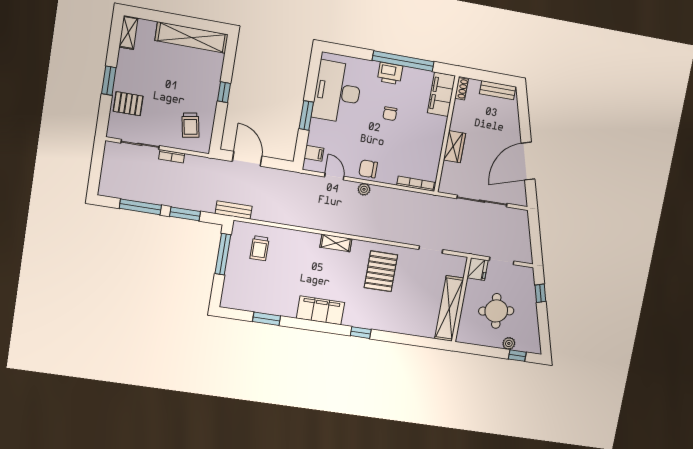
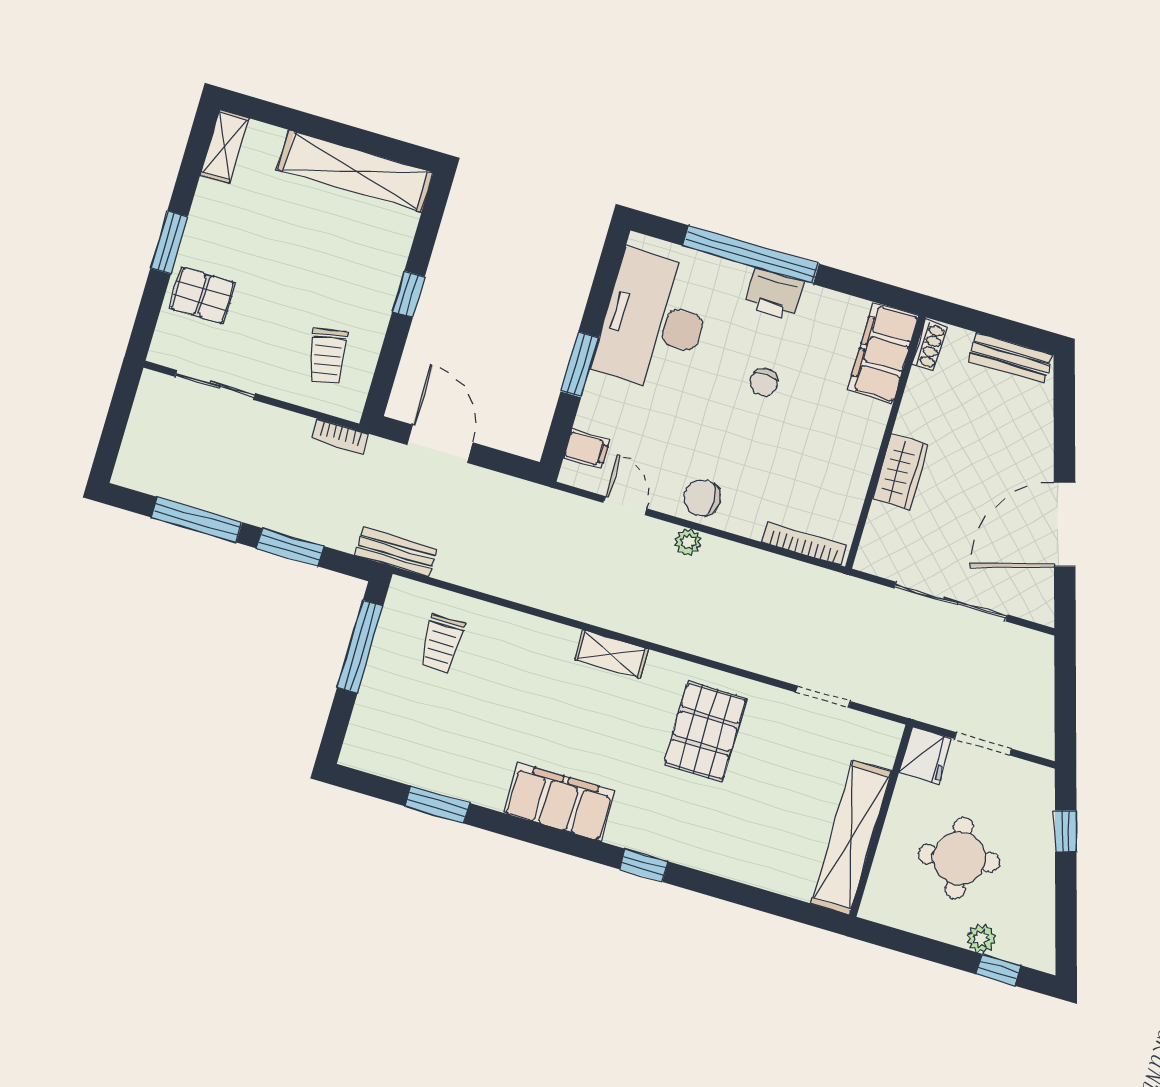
window: (403, 61) -> (751, 255), moved
bookcase: (172, 156) -> (340, 437), moved

